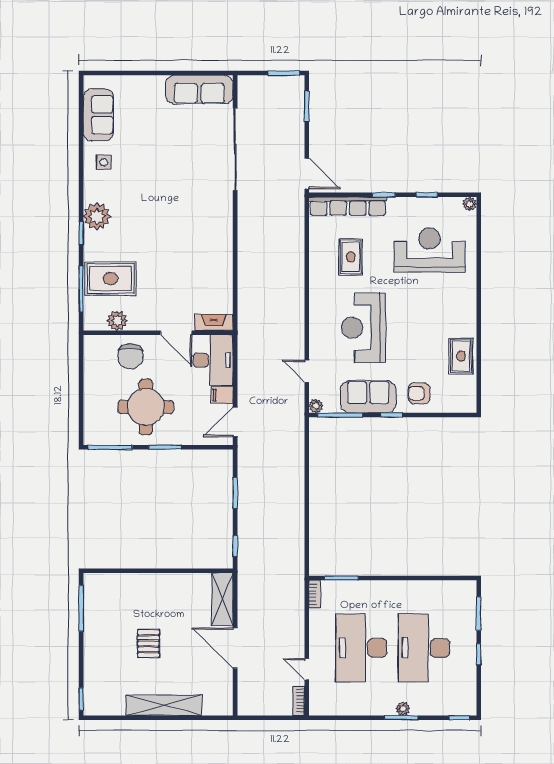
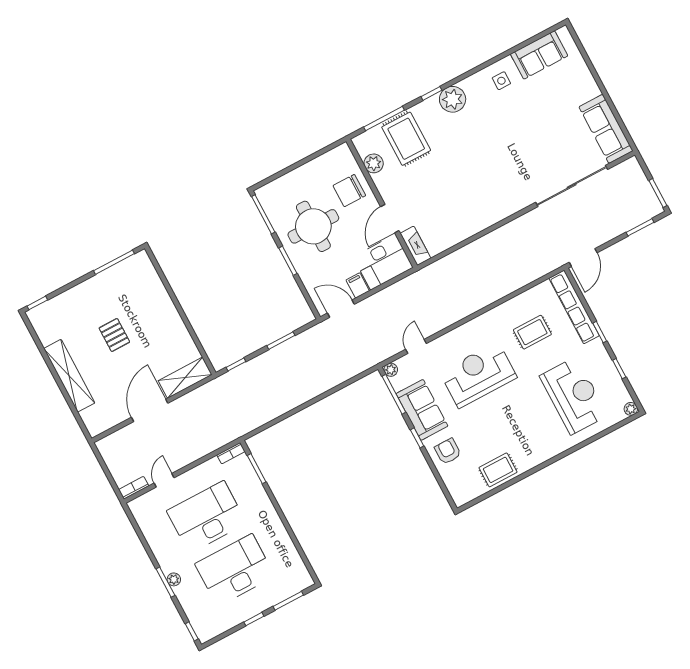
pallet: (148, 644) -> (114, 335), turned 90

